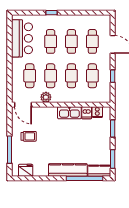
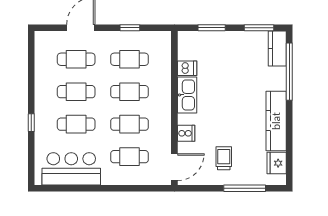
plant: (46, 97) -> (163, 132), removed
cooker: (97, 112) -> (186, 133), moved
kitchen counter: (68, 170) -> (276, 121), moved

